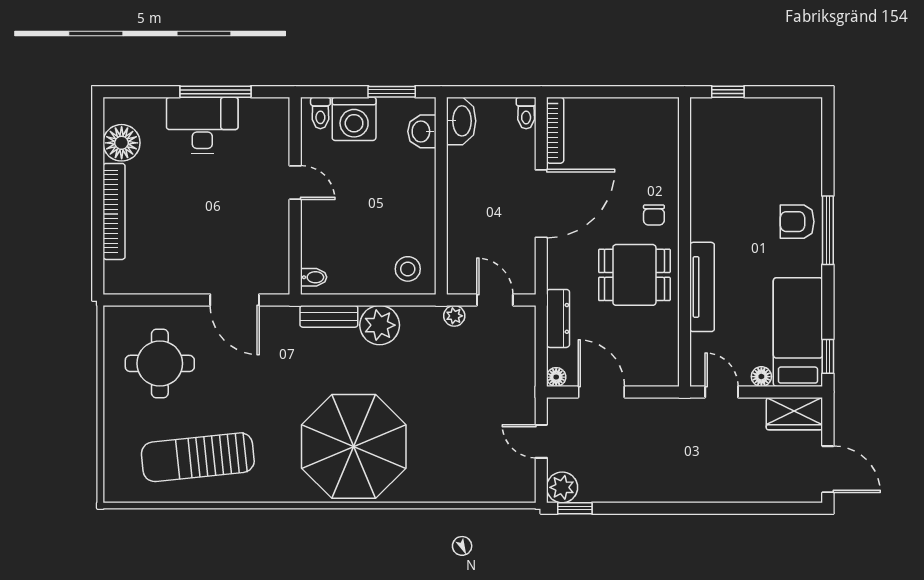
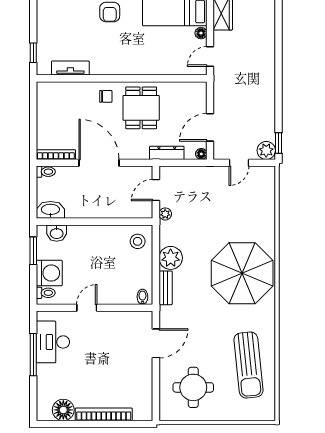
desk: (202, 125) -> (53, 342), moved
tv unit: (702, 287) -> (70, 68), moved, width x0.71

